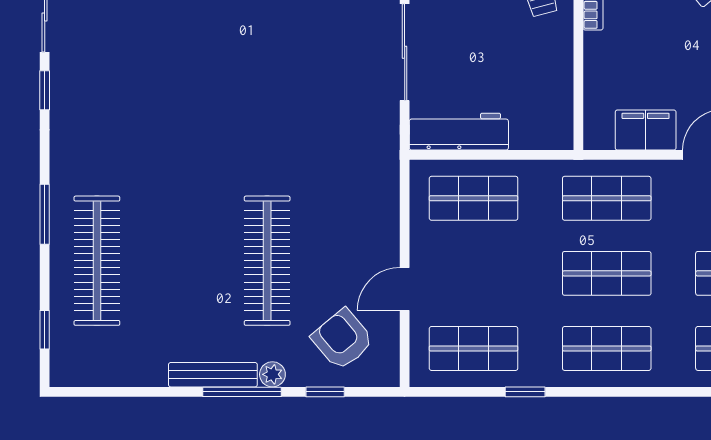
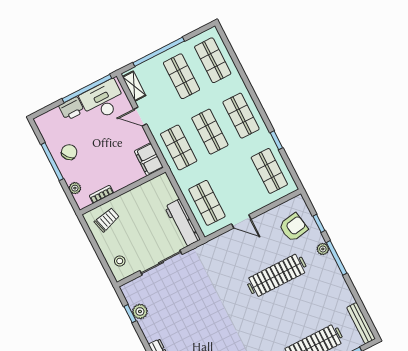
filing cabinet: (646, 130) -> (149, 159), moved
door: (405, 289) -> (241, 221), moved
armchair: (342, 339) -> (293, 227), turned -150
bench: (213, 375) -> (361, 323), moved

